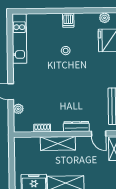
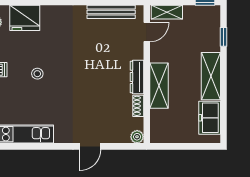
plant: (18, 109) -> (137, 137), moved
dresser: (76, 127) -> (137, 77), moved

